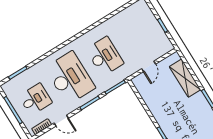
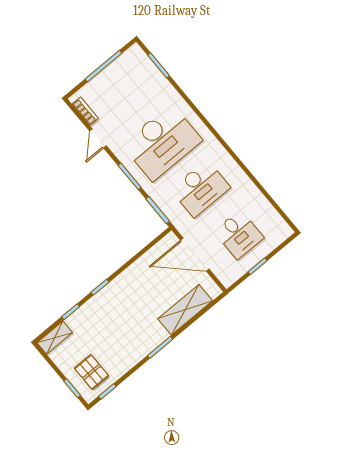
door: (149, 66) -> (195, 255), width x1.87
desk: (35, 99) -> (239, 235), moved

